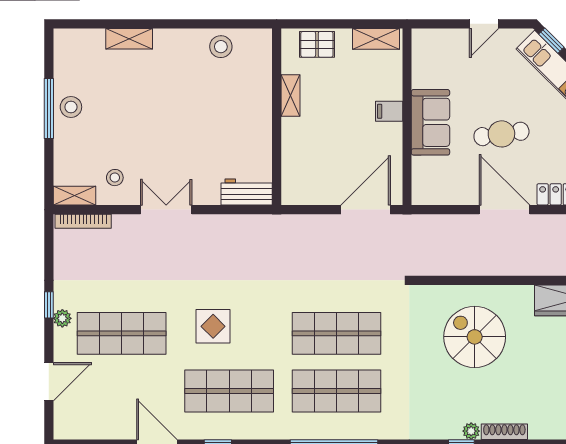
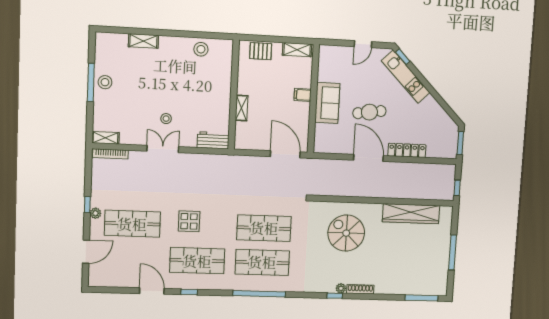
shelving: (290, 95) -> (242, 108), moved
stool: (115, 178) -> (166, 119), moved
door: (366, 210) -> (285, 154), hinge flipped

